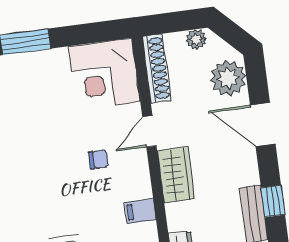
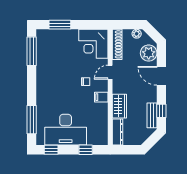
wardrobe: (176, 175) -> (119, 106), moved
filing cabinet: (140, 211) -> (101, 97), moved

